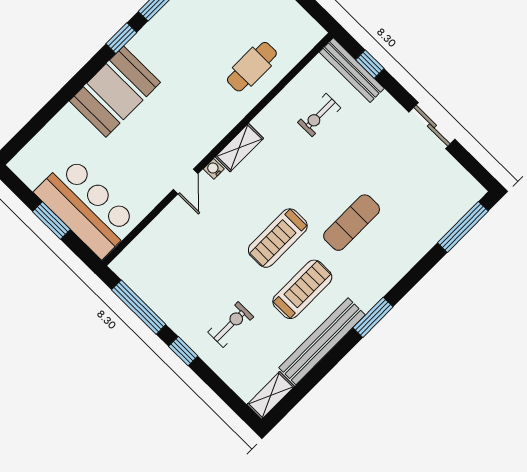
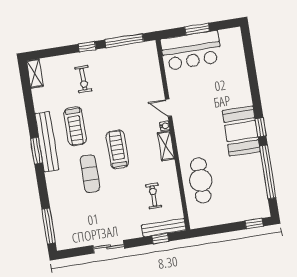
cafe table: (252, 67) -> (201, 180), width x1.37, depth x1.35
booth: (115, 92) -> (241, 131), moved
treadmill: (278, 238) -> (117, 149), moved
bench: (322, 341) -> (47, 142), moved

